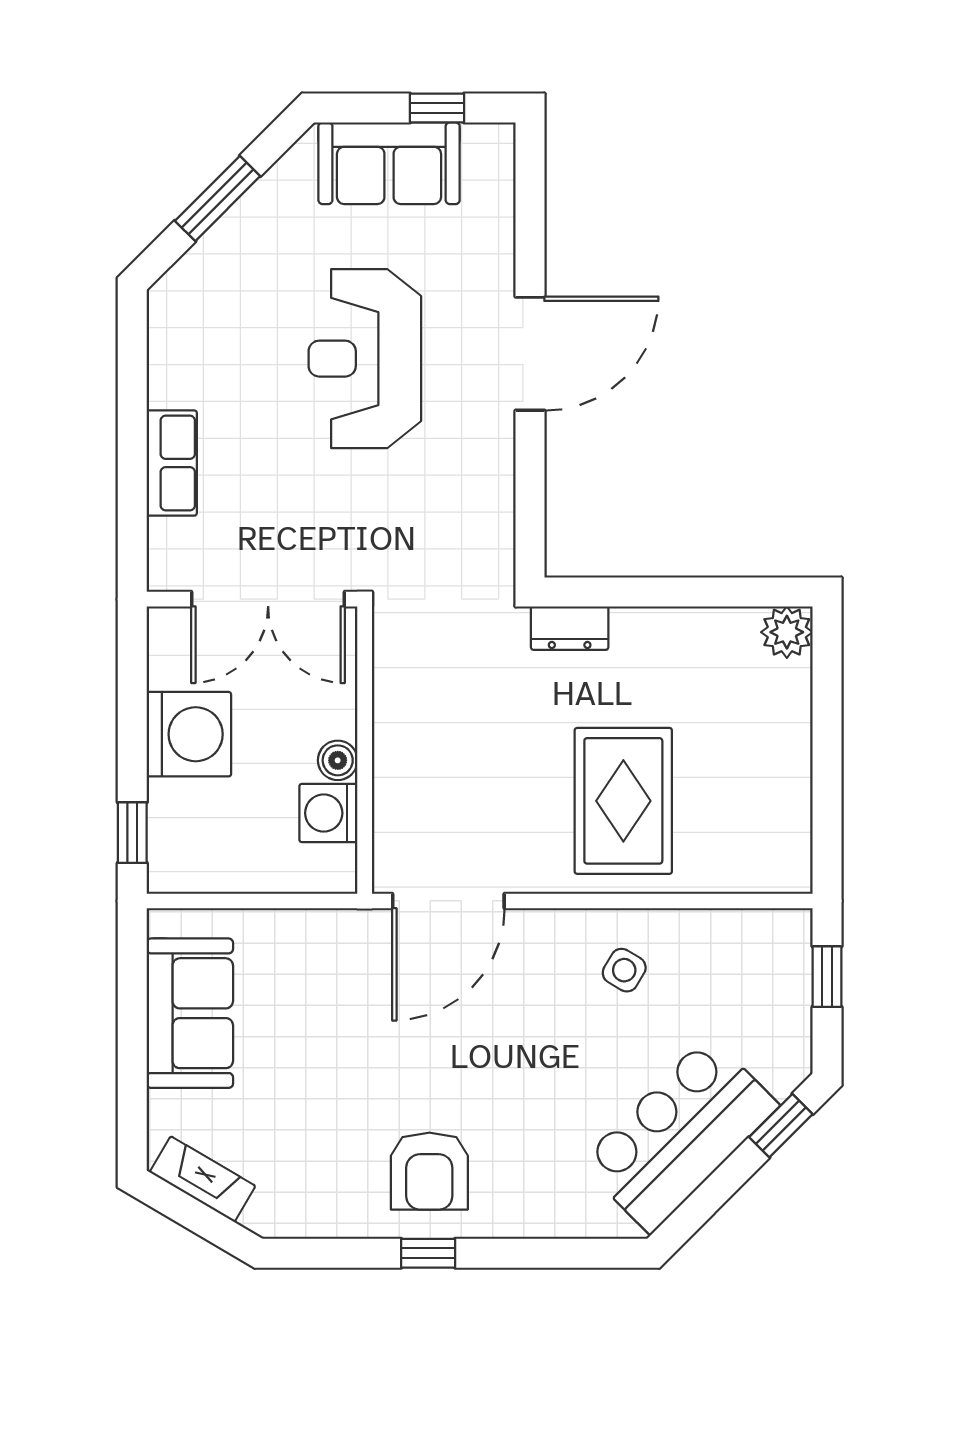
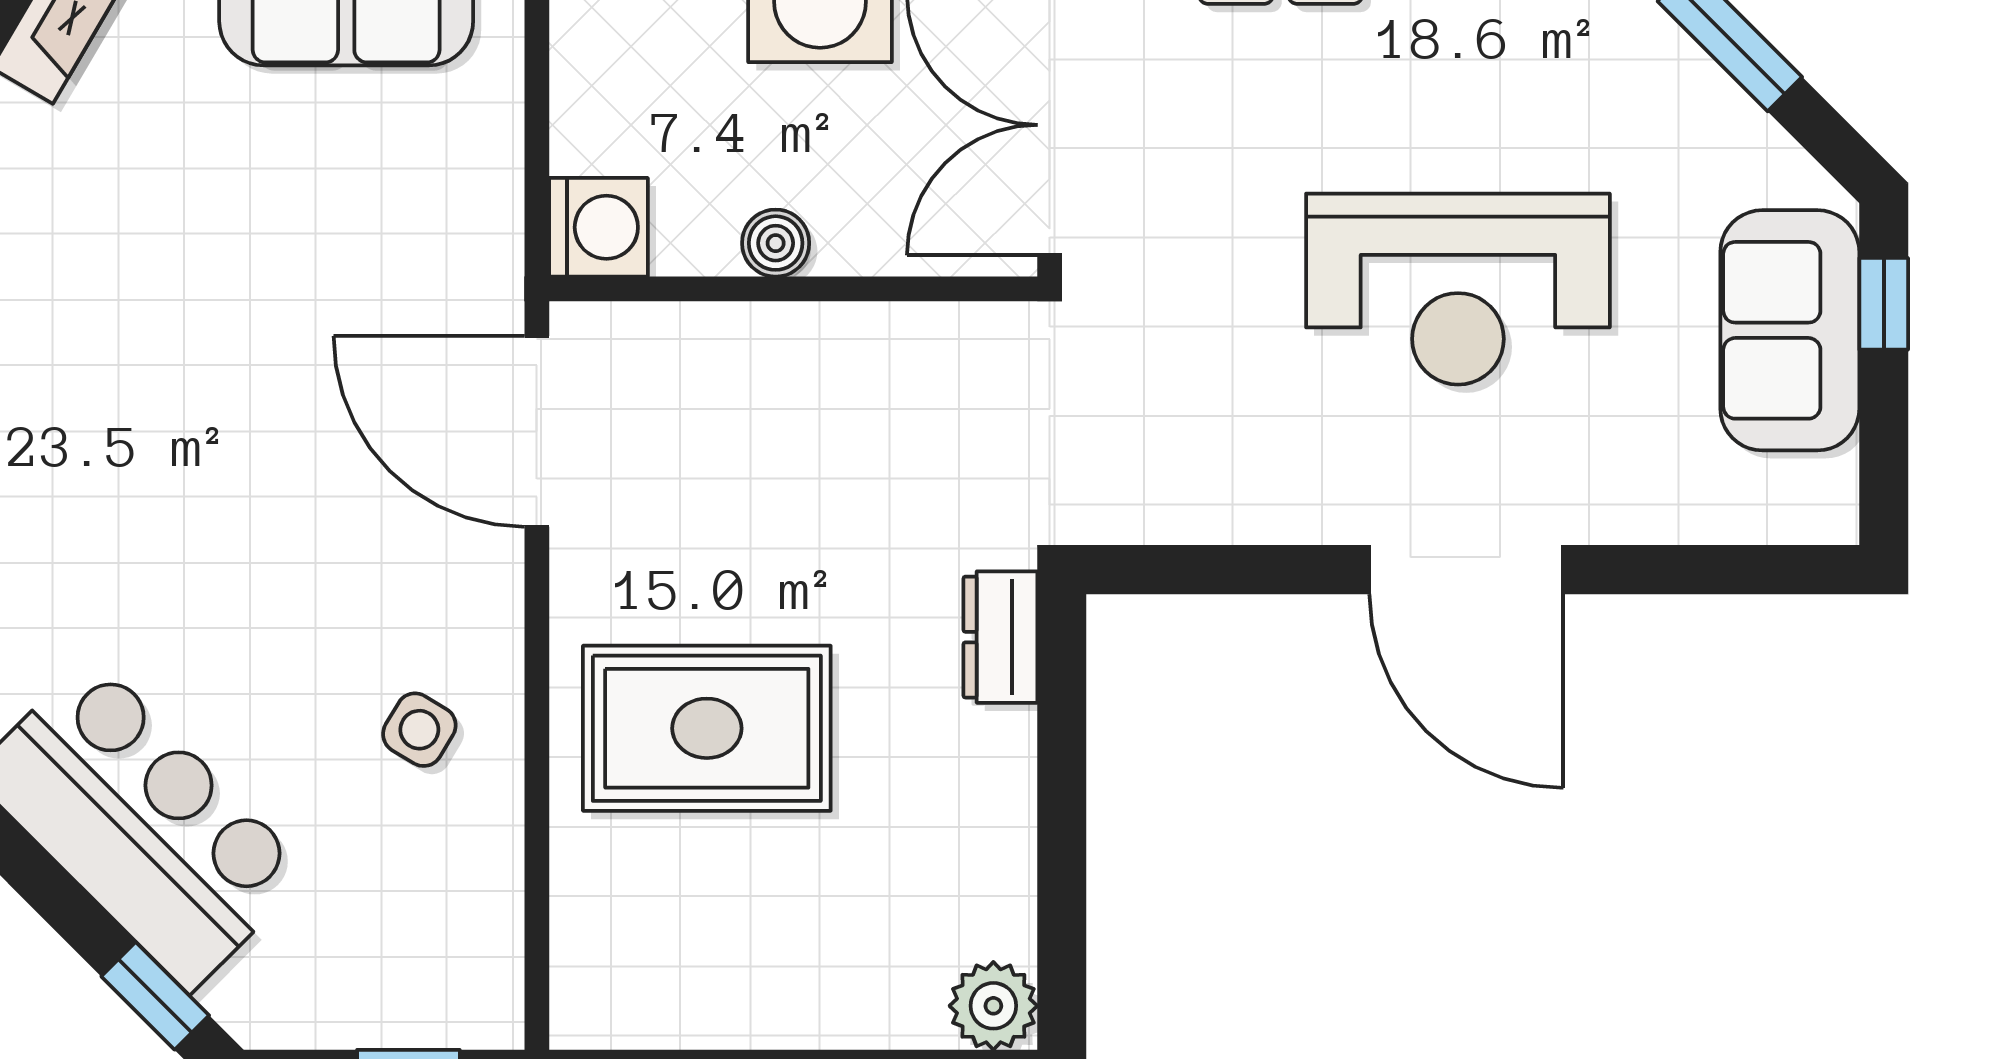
window: (437, 108) -> (1884, 304), moved
reception desk: (365, 359) -> (1458, 289), turned 180
washing machine: (328, 813) -> (598, 227), moved, turned 90
armchair: (429, 1171) -> (78, 399), removed

